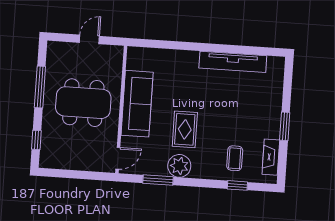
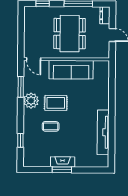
dresser: (59, 49) -> (105, 15), added
fireplace: (271, 157) -> (63, 162), moved
coffee table: (235, 158) -> (51, 126), moved

